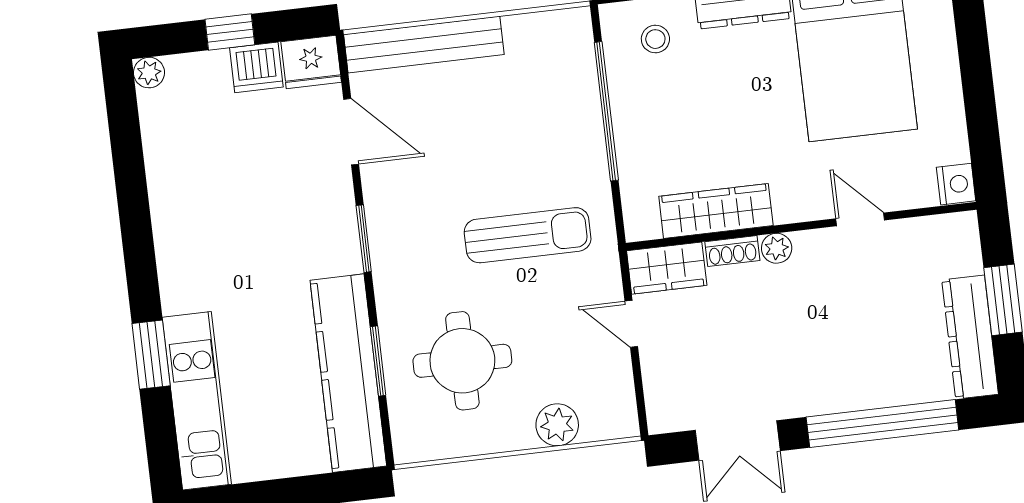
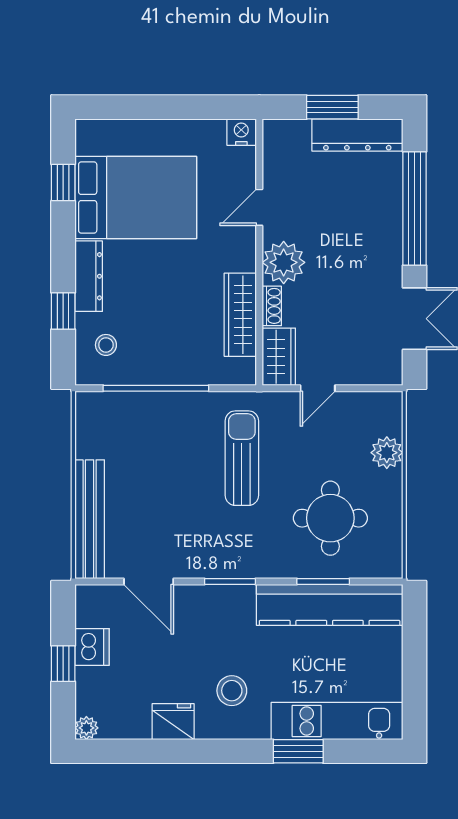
fridge: (311, 62) -> (173, 722), moved, turned -90
door: (351, 132) -> (149, 581), swing flipped
plant: (777, 248) -> (284, 262), width x1.87, depth x1.87
stool: (220, 258) -> (232, 691), added

